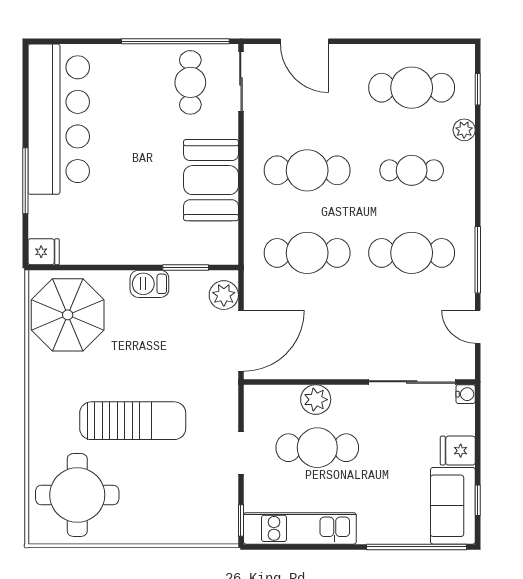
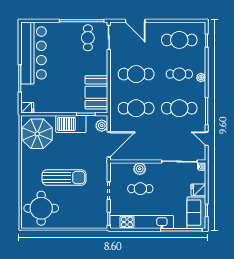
plant: (464, 130) -> (201, 78), moved
booth: (211, 180) -> (96, 92), moved
barbecue: (149, 284) -> (71, 124), width x1.88, depth x1.53
cafe table: (317, 448) -> (140, 189), width x0.73, depth x0.74
kitchen unit: (300, 528) -> (142, 222), width x1.36

